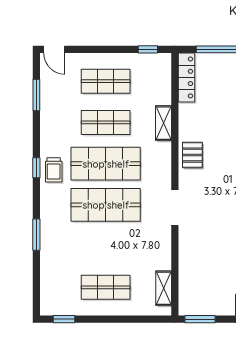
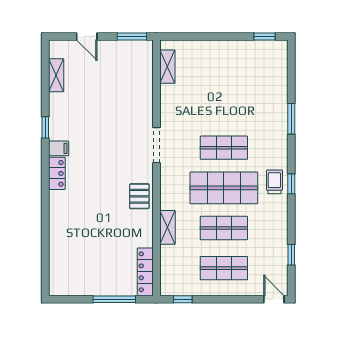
window: (36, 95) -> (291, 255), width x0.67
shop shelf: (106, 205) -> (224, 148), width x0.70, depth x0.74
shop shelf: (106, 287) -> (224, 67), removed

